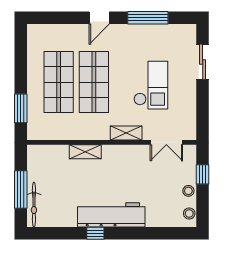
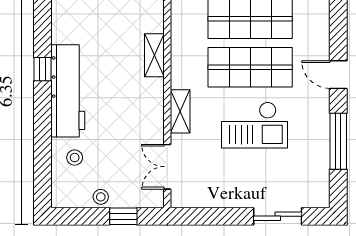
checkout: (151, 85) -> (255, 125), moved
stool: (189, 213) -> (75, 158), moved

